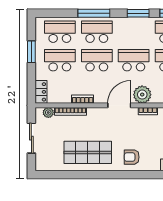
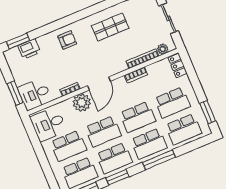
school desk: (134, 32) -> (114, 158), added
window: (31, 52) -> (208, 112), moved
shop shelf: (88, 152) -> (110, 27), width x0.70, depth x0.74

